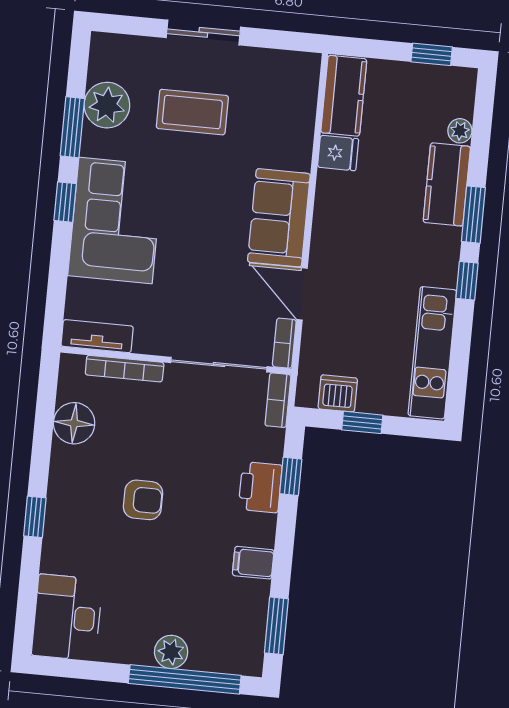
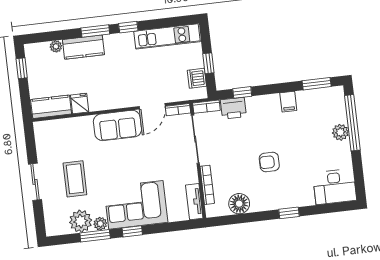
plant: (94, 143) -> (100, 224), added
printer: (260, 487) -> (233, 108), moved
armchair: (143, 500) -> (269, 162), turned -90

